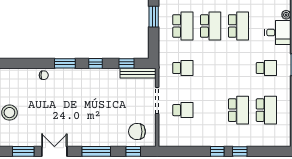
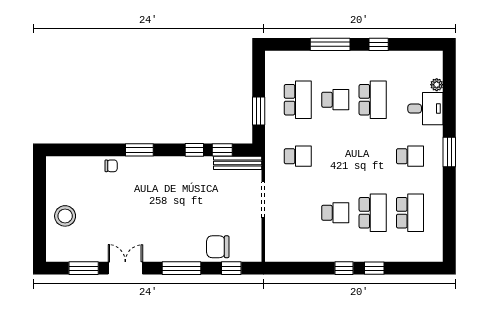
window: (154, 17) -> (259, 111), moved
school desk: (211, 26) -> (335, 100), width x0.54
window: (95, 63) -> (194, 150), moved
school desk: (183, 110) -> (335, 213), moved
chair: (137, 132) -> (218, 247), moved

